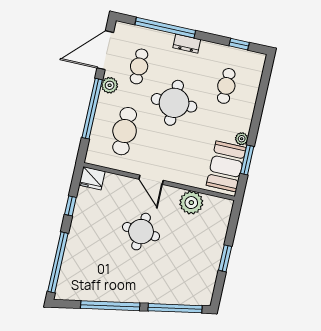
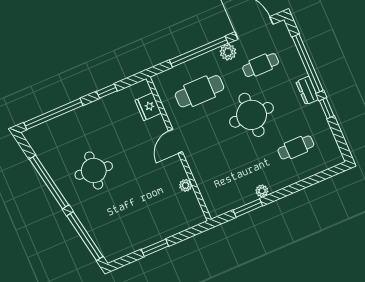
window: (239, 44) -> (327, 108), moved
booth: (226, 166) -> (230, 195), removed
fridge: (92, 178) -> (148, 107), moved
plant: (191, 203) -> (186, 185), width x0.53, depth x0.53
round table: (141, 232) -> (94, 170), moved

